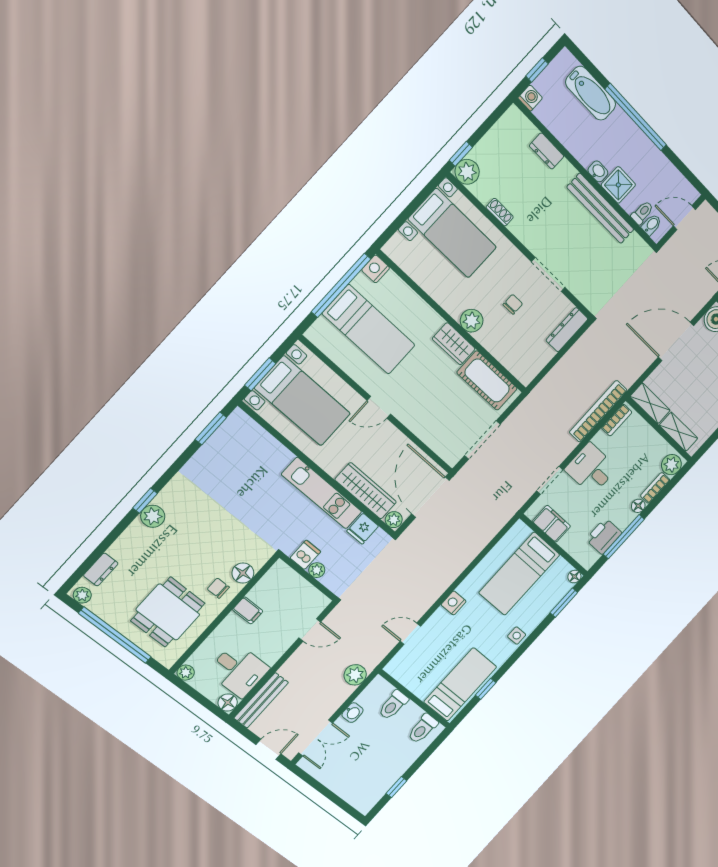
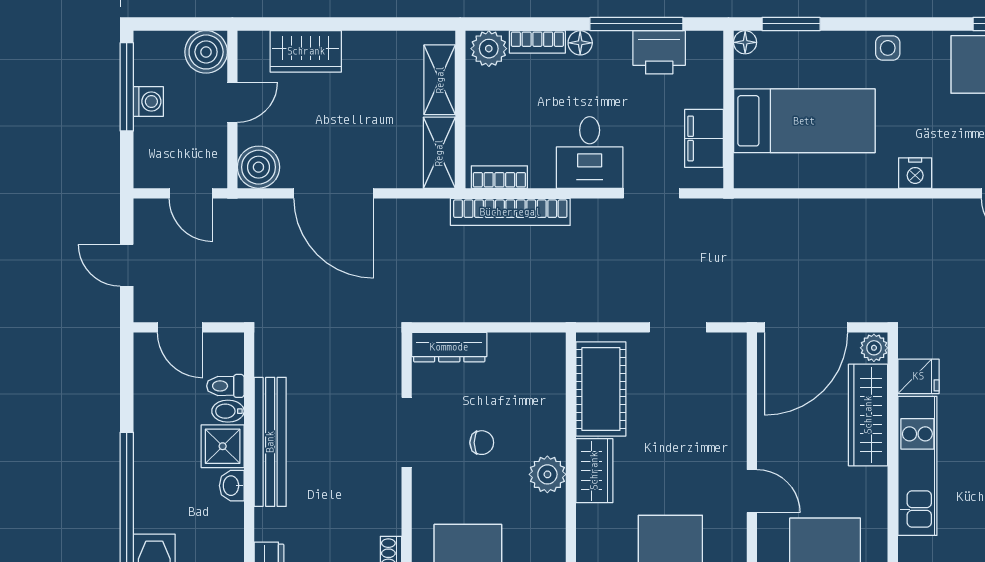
bidet: (651, 225) -> (228, 411), moved
chair: (513, 304) -> (482, 443), turned 180
doorway: (482, 440) -> (678, 327), width x0.73

